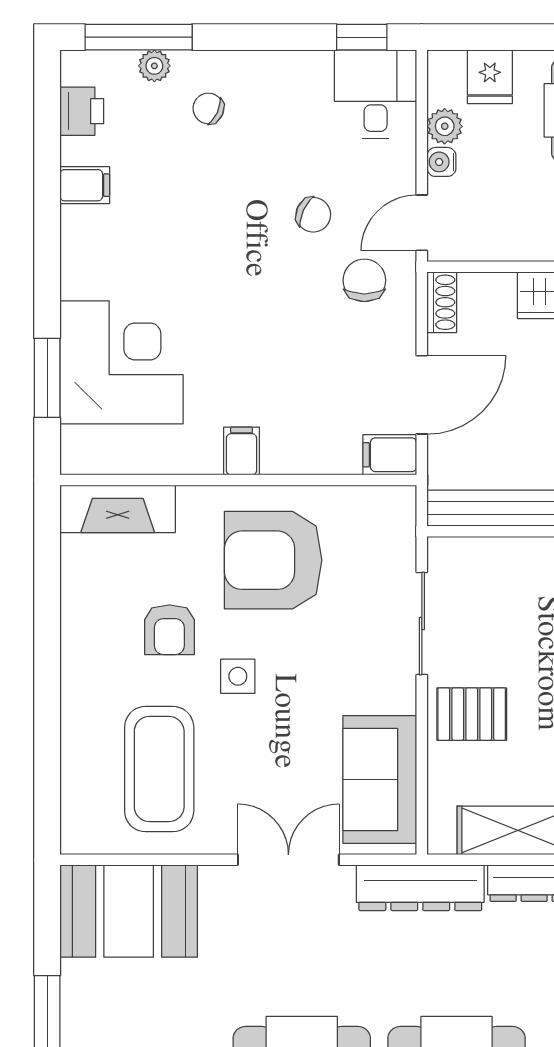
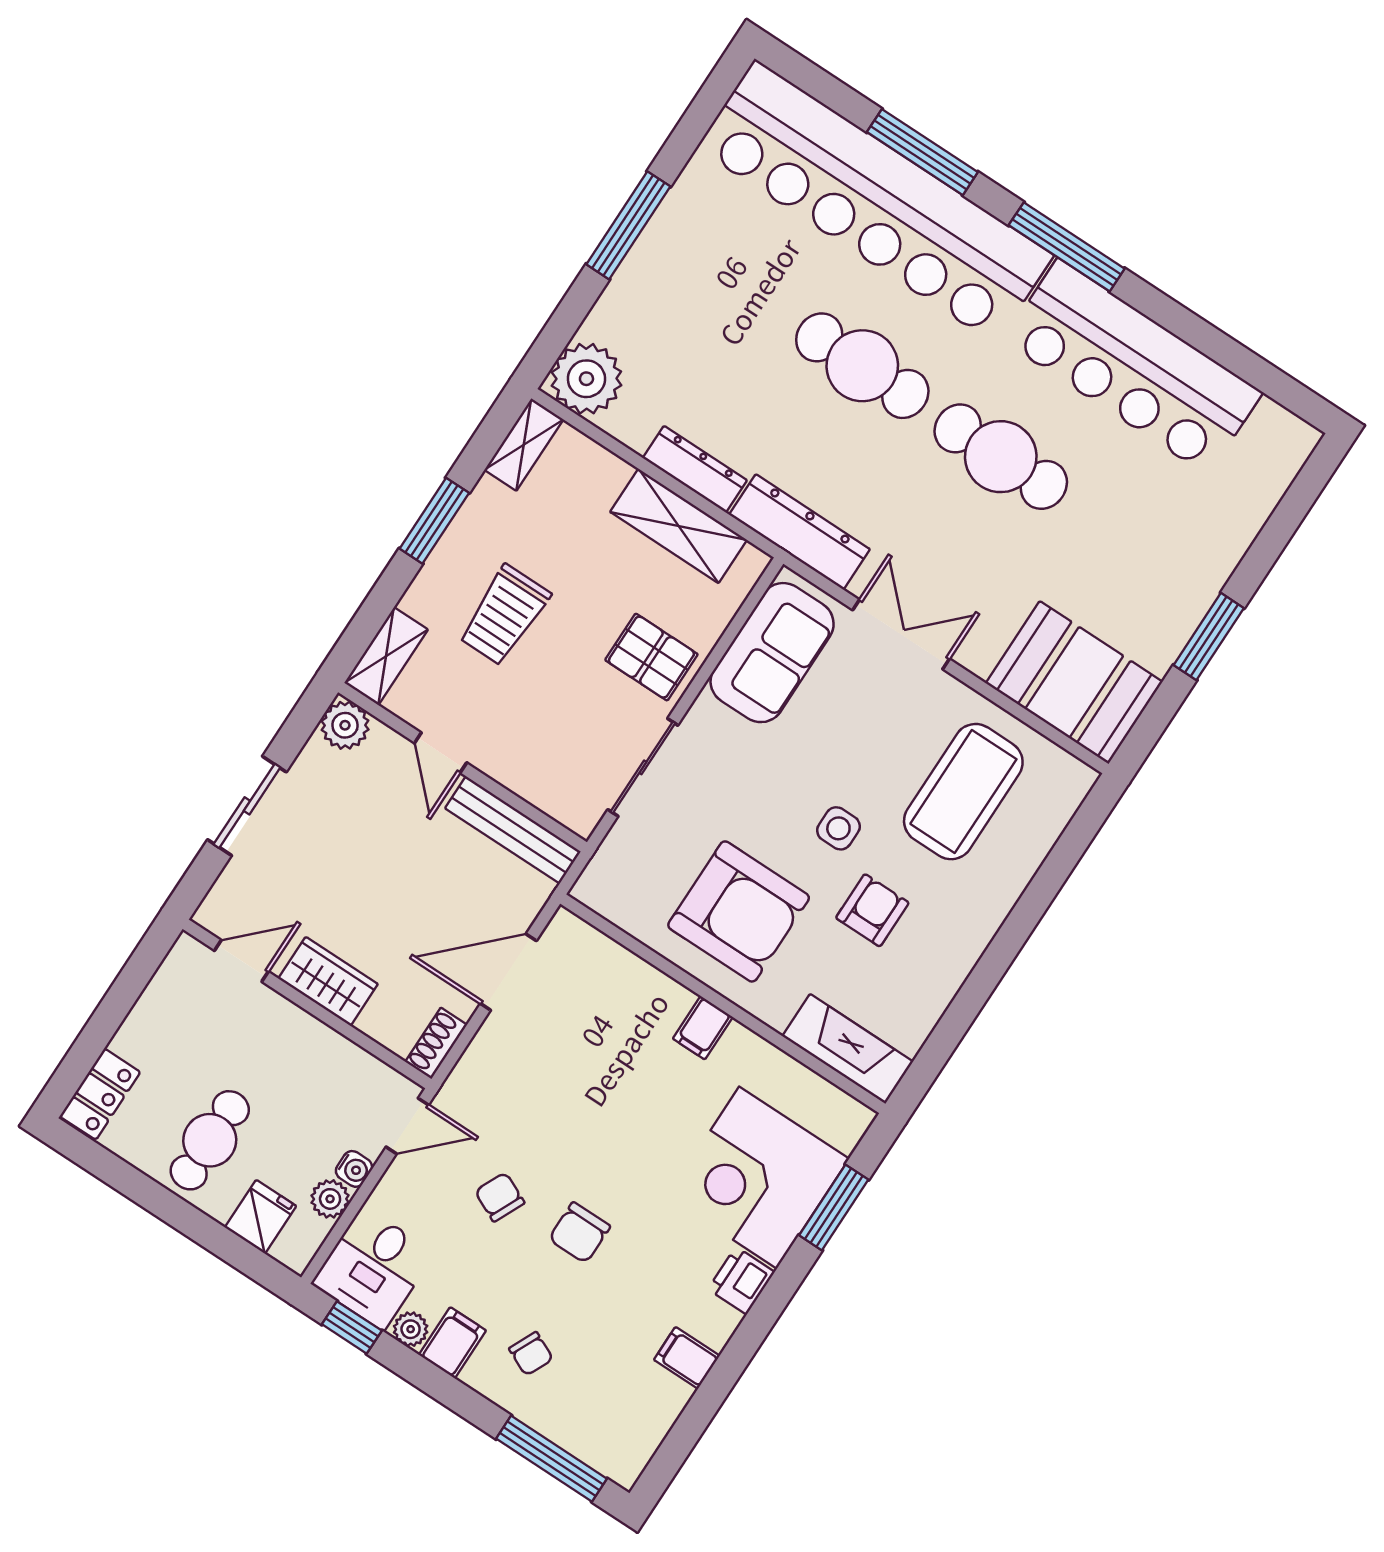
plant: (154, 66) -> (411, 1329), moved
printer: (82, 111) -> (741, 1281), moved
chair: (364, 280) -> (579, 1233), moved
filing cabinet: (390, 455) -> (452, 1343), moved, turned -90
double door: (288, 860) -> (901, 634), swing flipped

